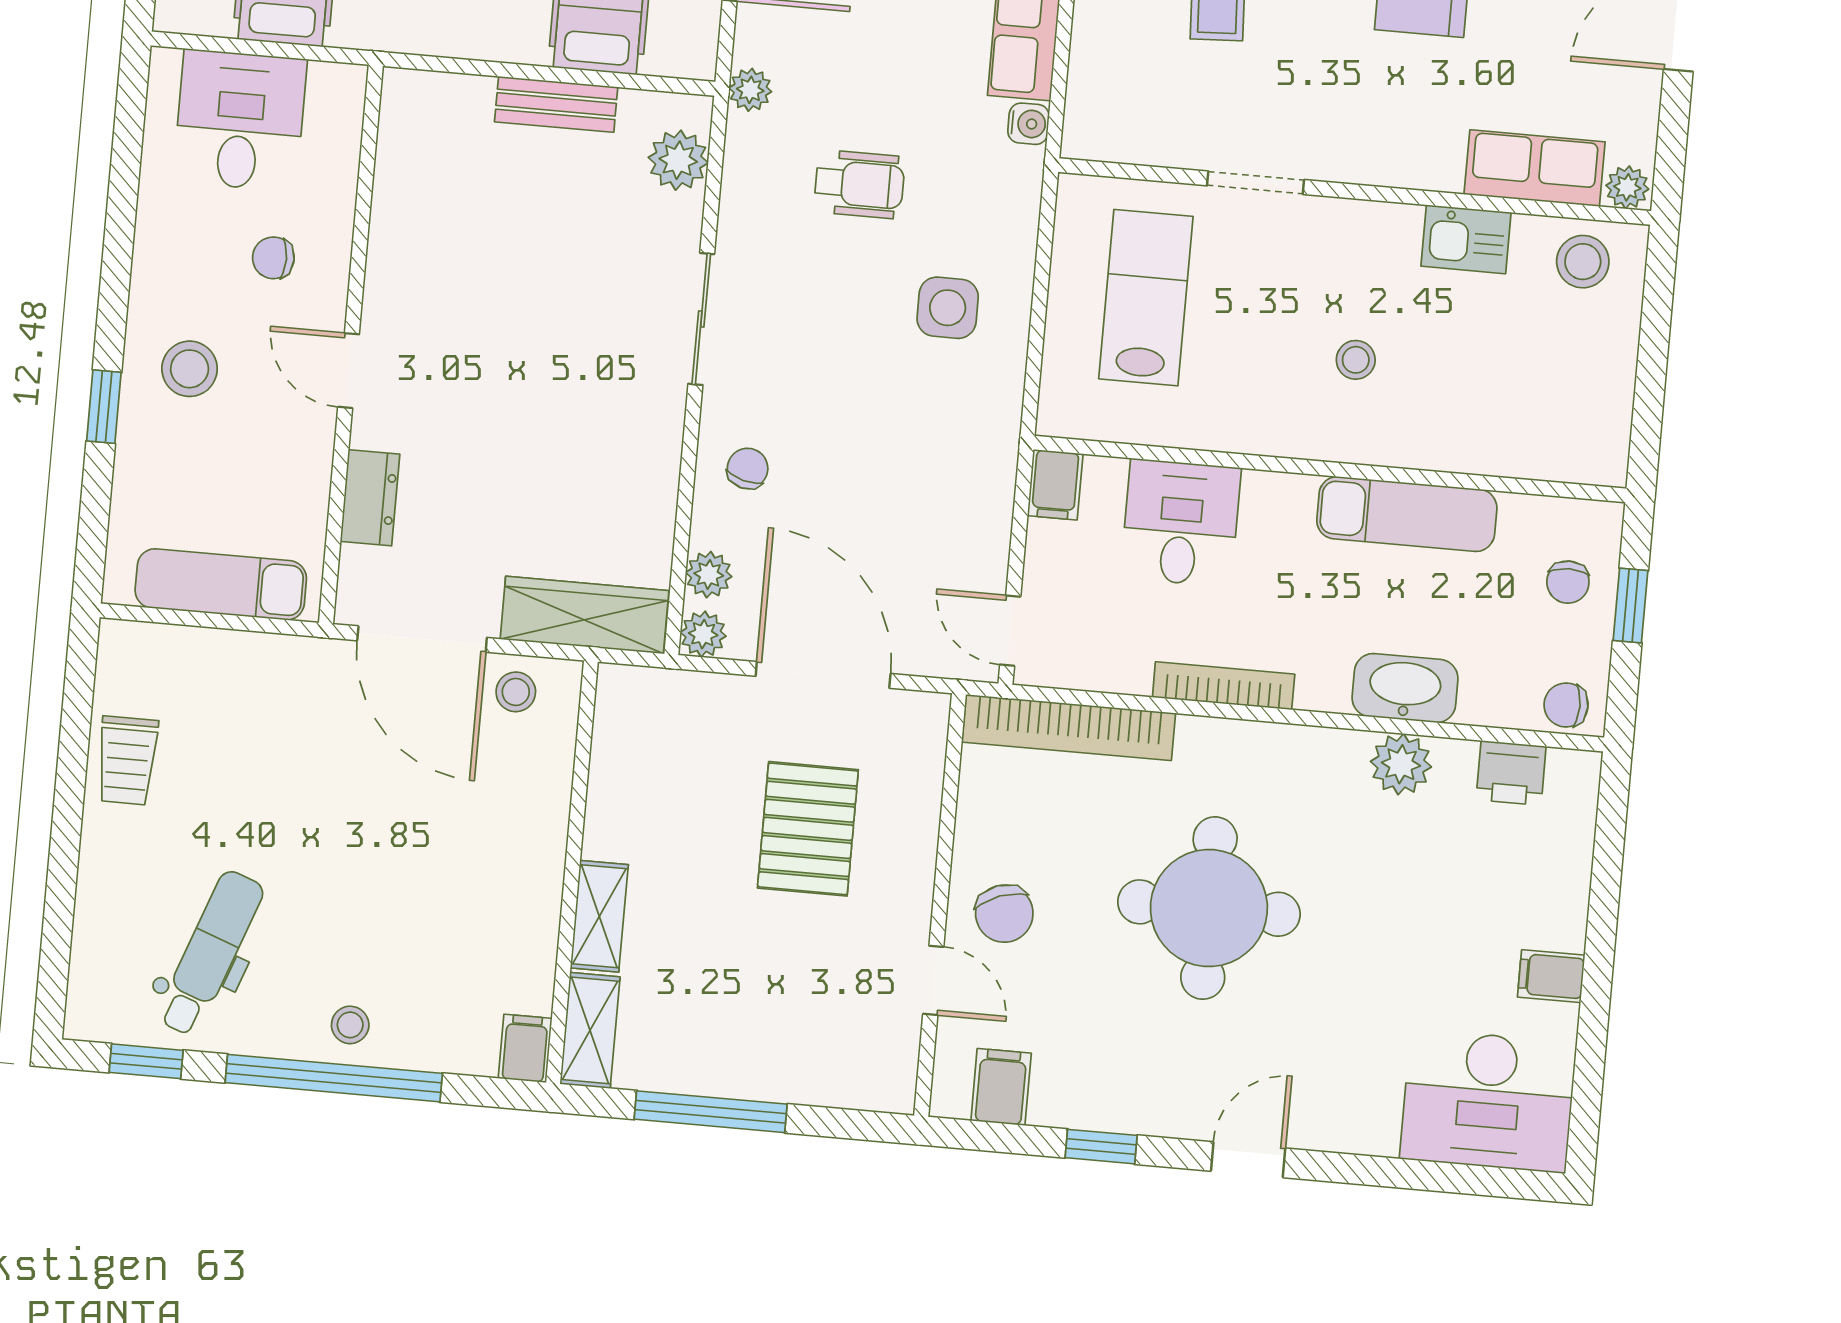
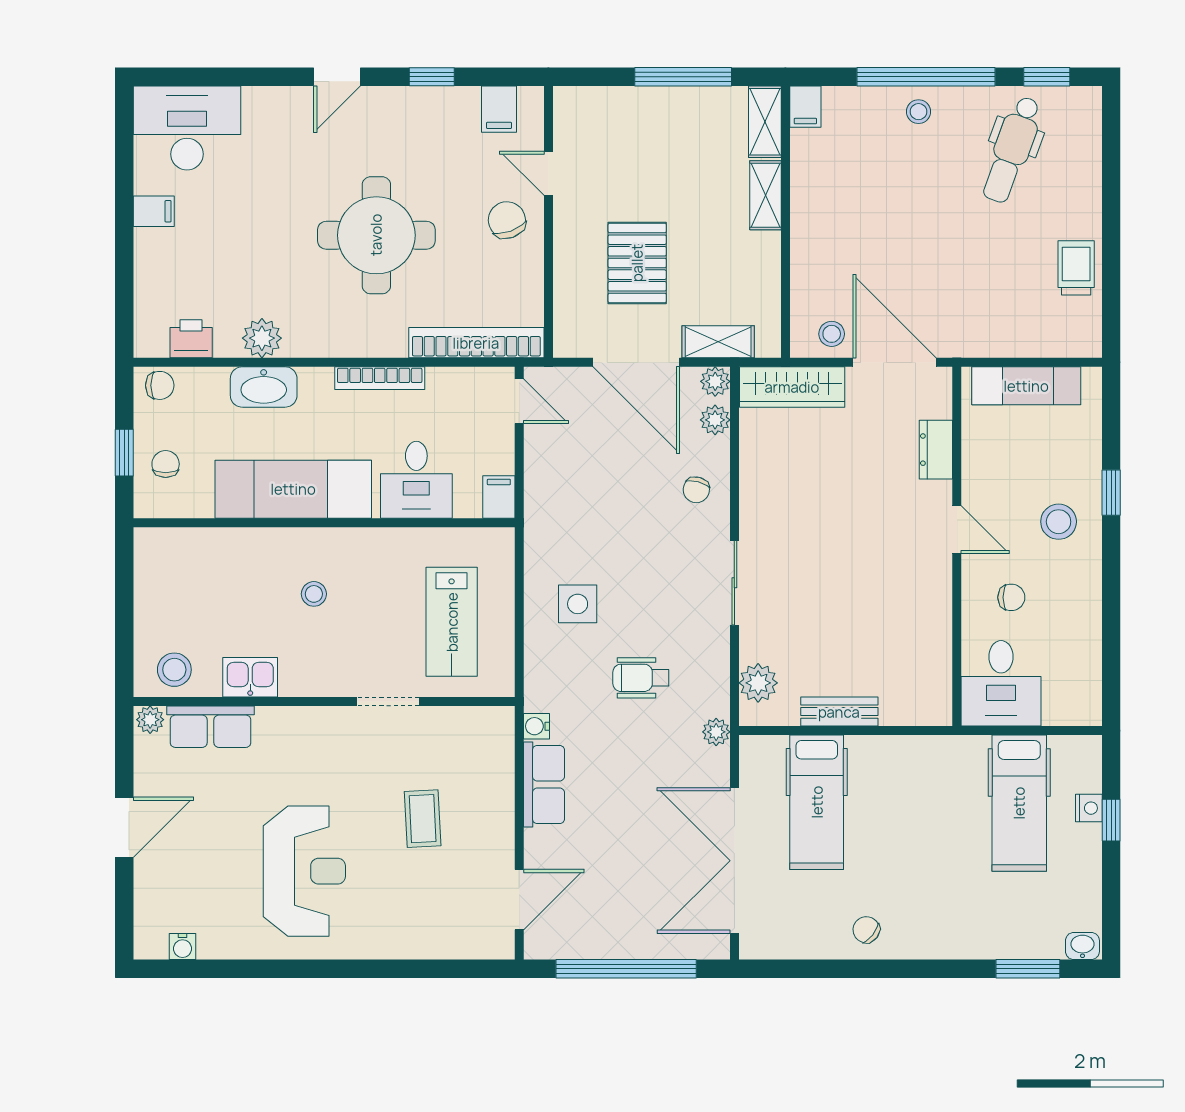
desk: (240, 120) -> (1001, 683), moved
exam couch: (1407, 514) -> (293, 489), width x1.36, depth x1.45
shelving: (693, 695) -> (718, 342), added

